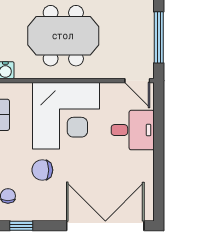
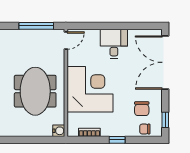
desk: (133, 130) -> (114, 44), moved
chair: (42, 170) -> (142, 109), moved

